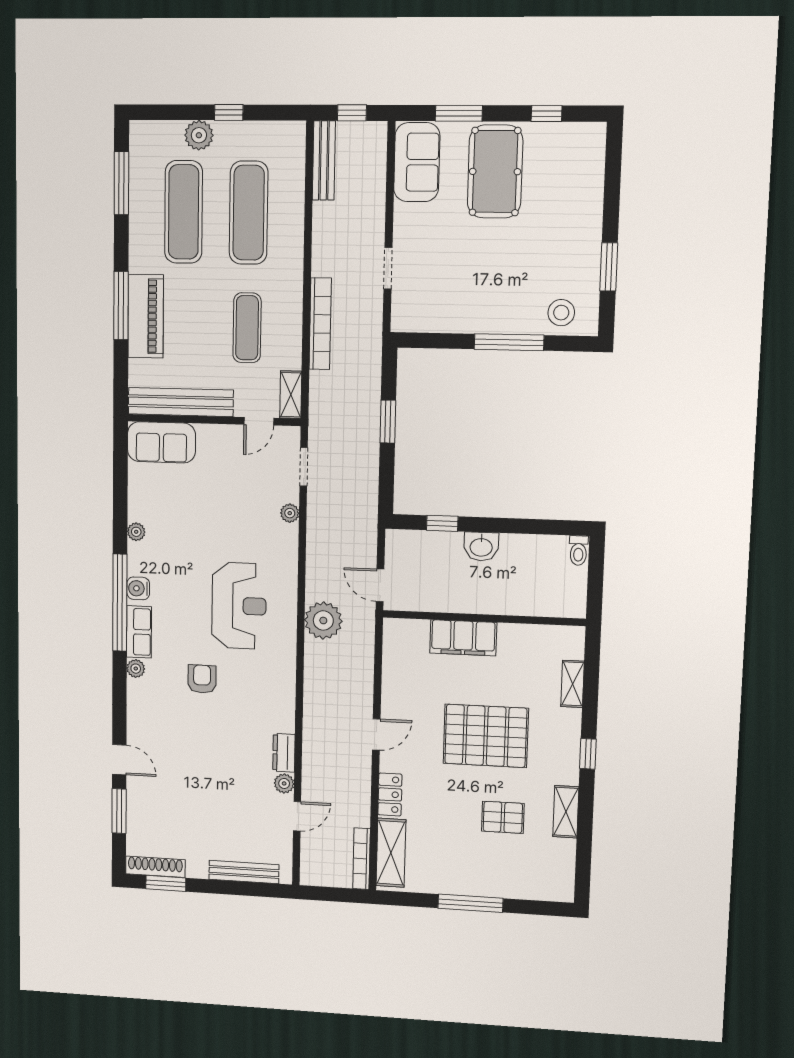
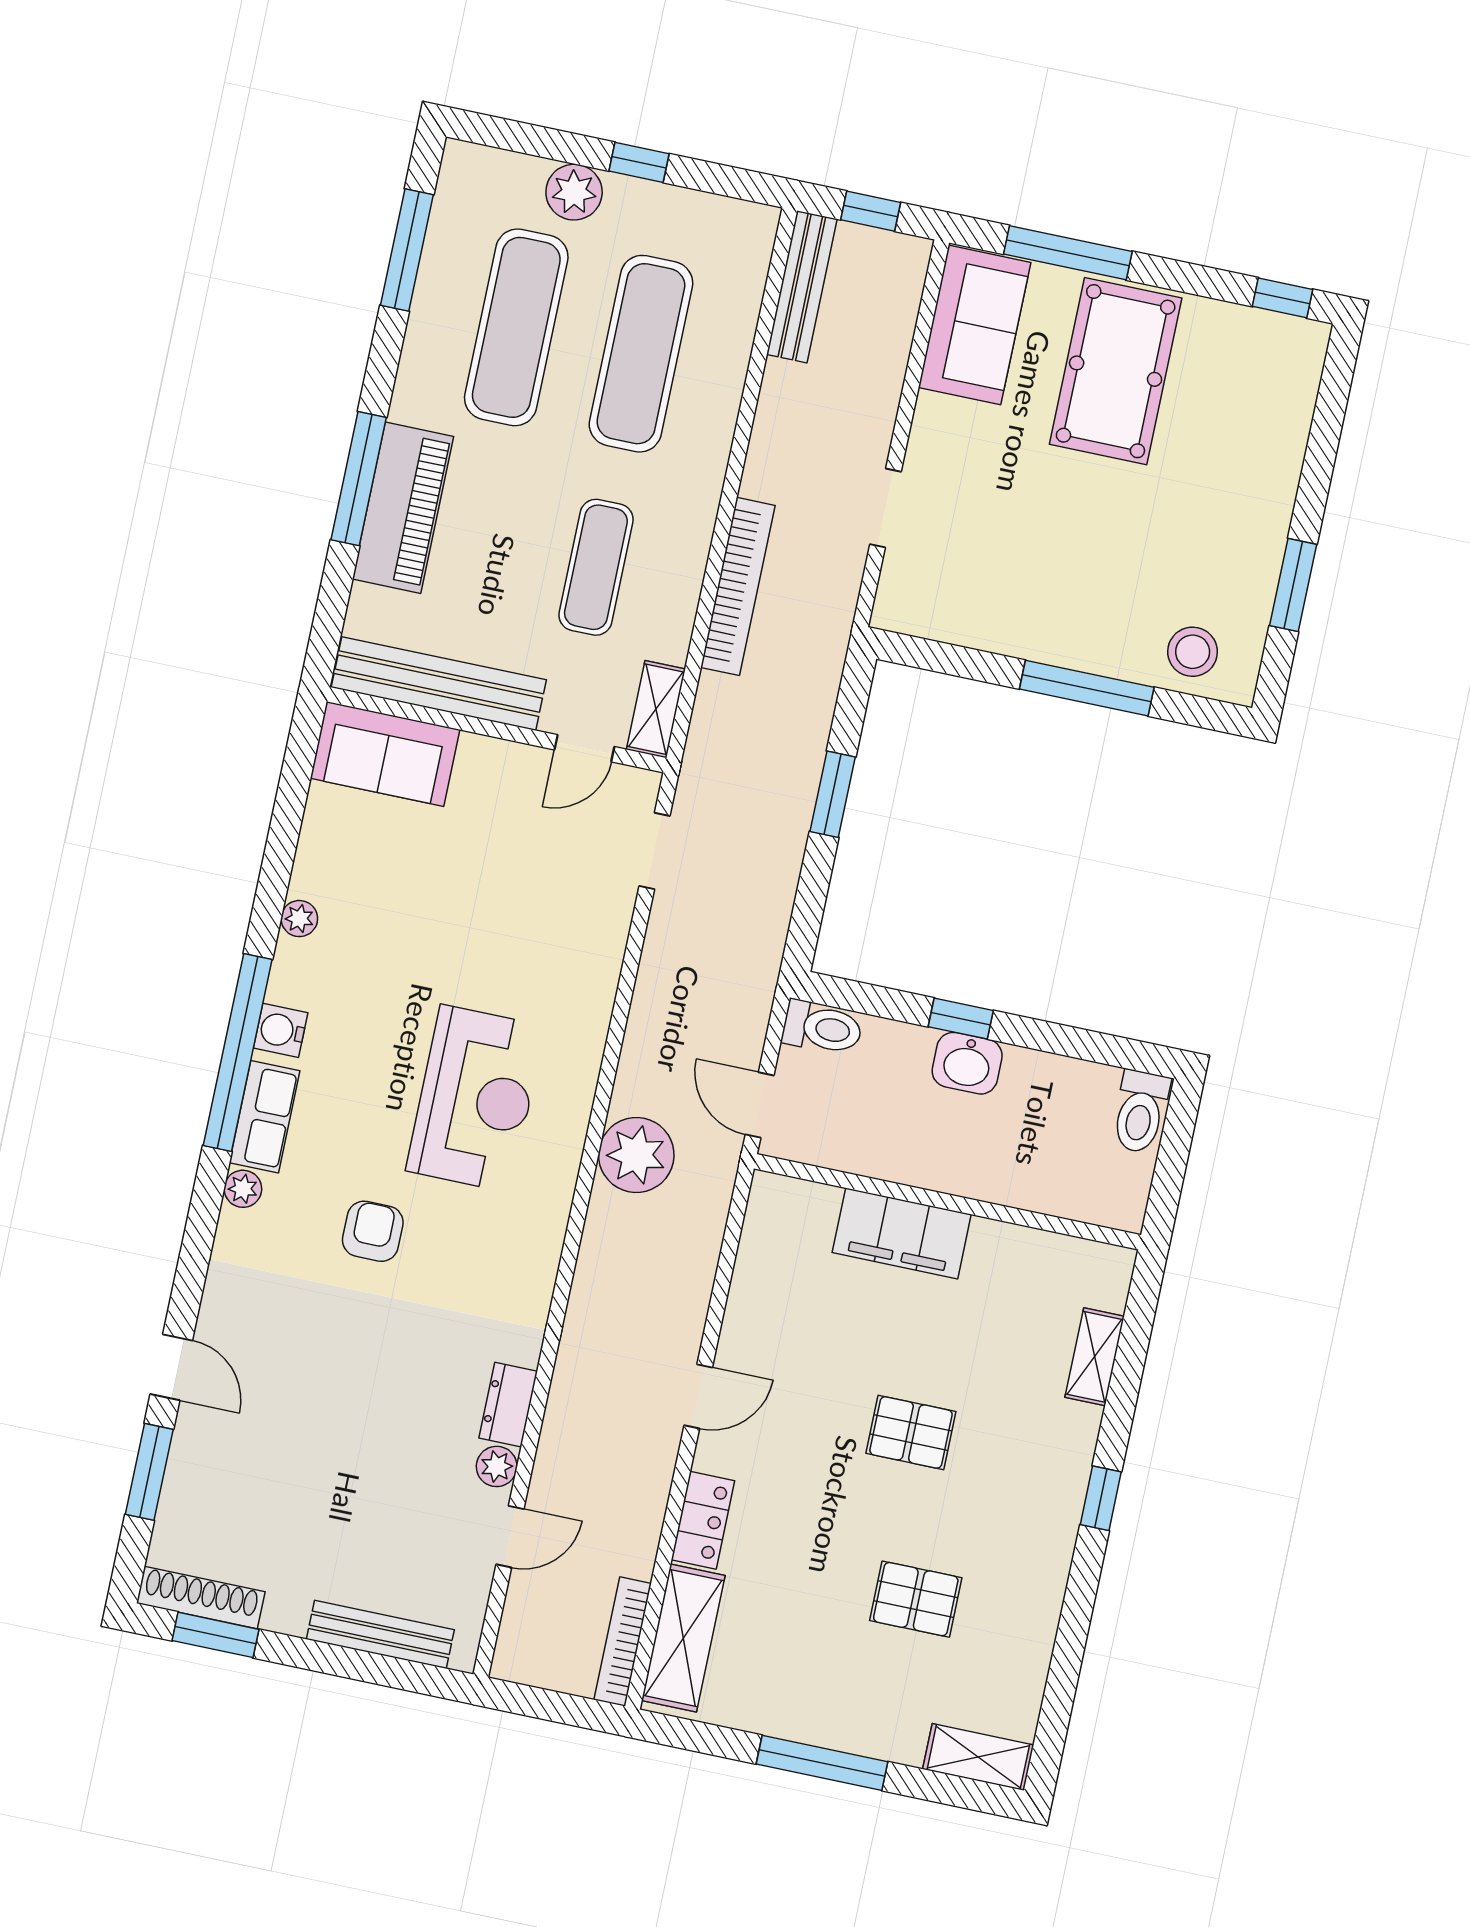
window: (459, 113) -> (1068, 253), width x1.44
window: (547, 114) -> (1282, 298), moved
plant: (290, 513) -> (610, 935), removed
window: (442, 523) -> (961, 1019), moved
toilet: (404, 541) -> (822, 1028), added
toilet: (578, 551) -> (1140, 1112), width x1.37, depth x1.39
pallet: (486, 736) -> (911, 1432), width x0.49, depth x0.50
shelving: (566, 812) -> (978, 1757), moved, turned 90

